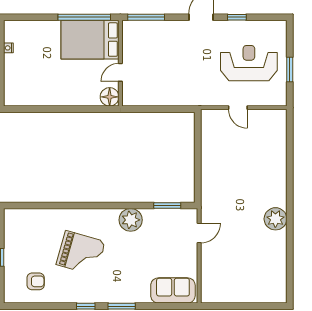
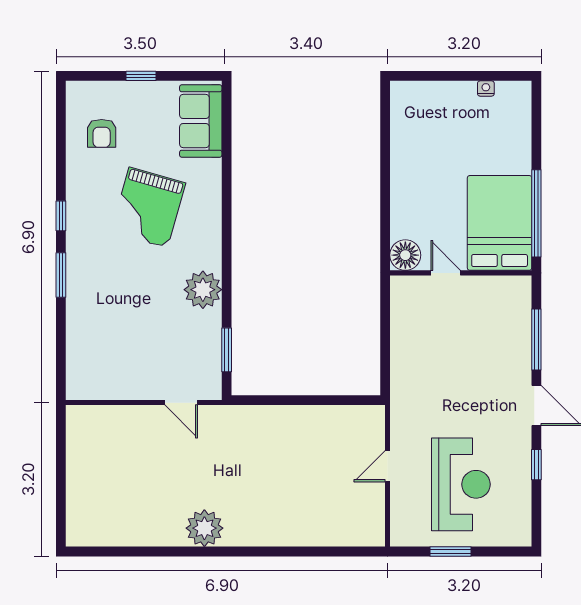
window: (146, 17) -> (536, 339), moved
sofa: (173, 290) -> (201, 121), moved, turned 180

